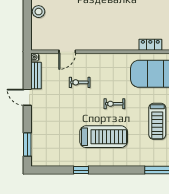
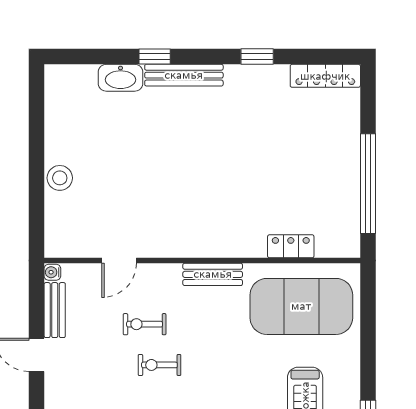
bench: (113, 58) -> (213, 274), added
exercise bike: (114, 104) -> (159, 365), moved

